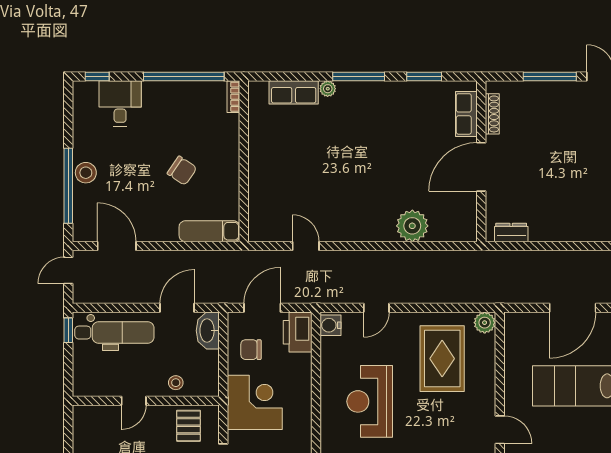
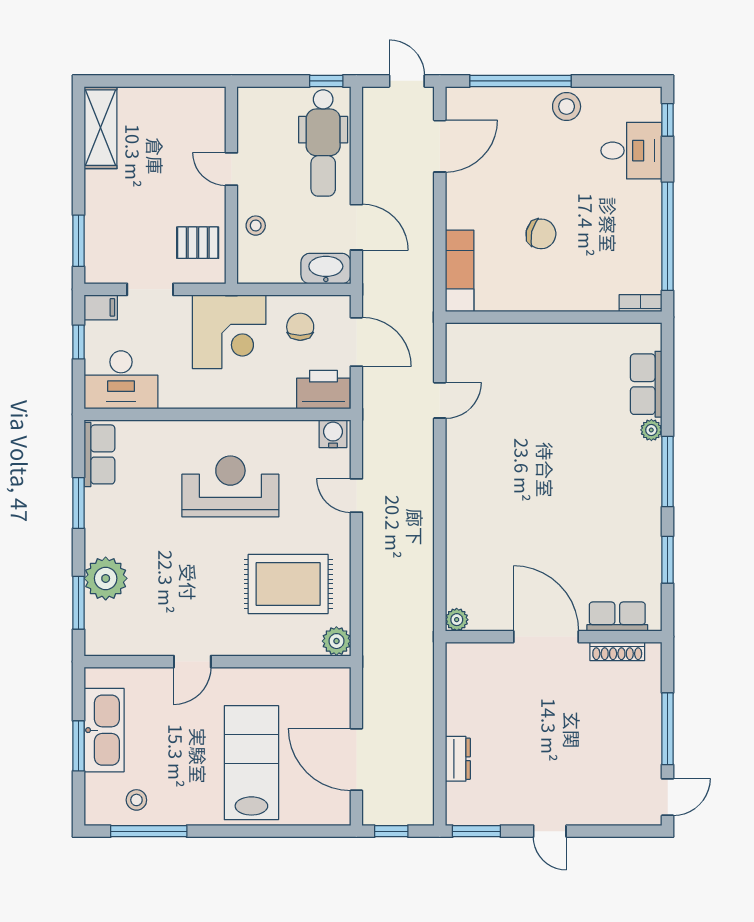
chair: (182, 171) -> (541, 234), turned -111
stool: (86, 173) -> (567, 107), moved
plant: (412, 226) -> (457, 620), moved, width x0.53, depth x0.53
dresser: (511, 232) -> (458, 759), moved

